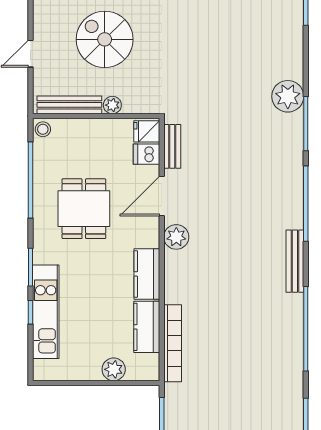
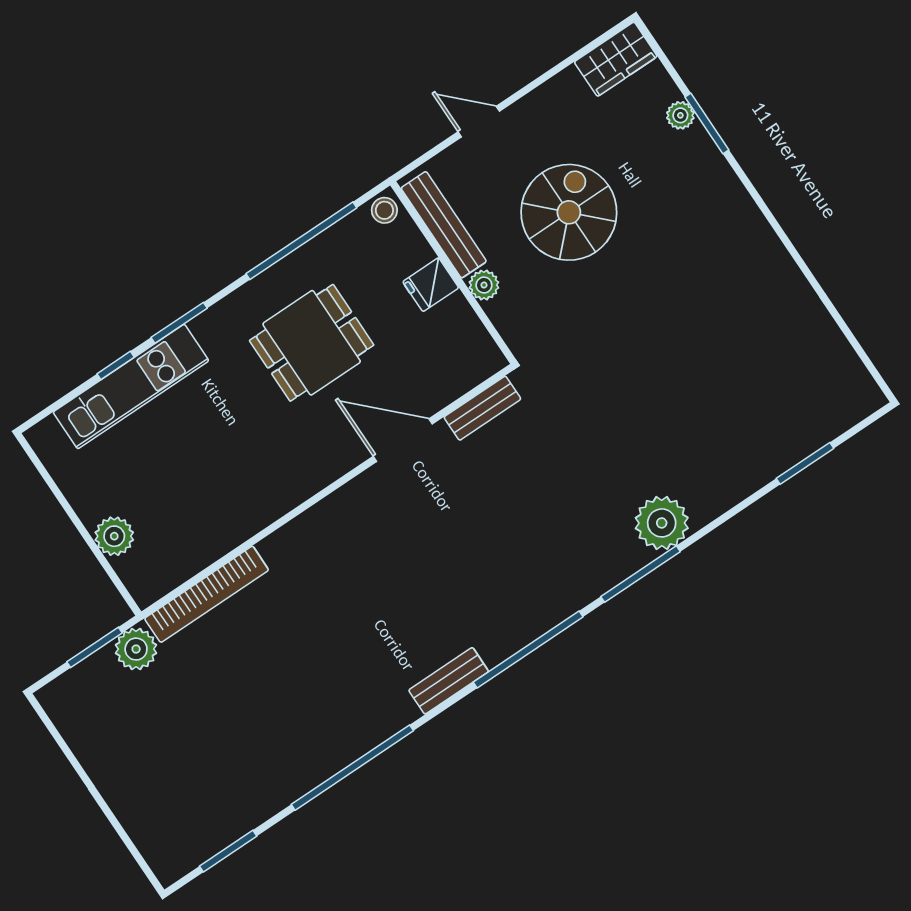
fridge: (147, 131) -> (431, 285), moved, turned -90
dishwasher: (146, 154) -> (447, 379), removed
plant: (176, 237) -> (136, 649), moved
bench: (295, 261) -> (449, 681), width x0.73
kitchen counter: (147, 274) -> (279, 493), removed
kitchen counter: (147, 327) -> (205, 542), removed

